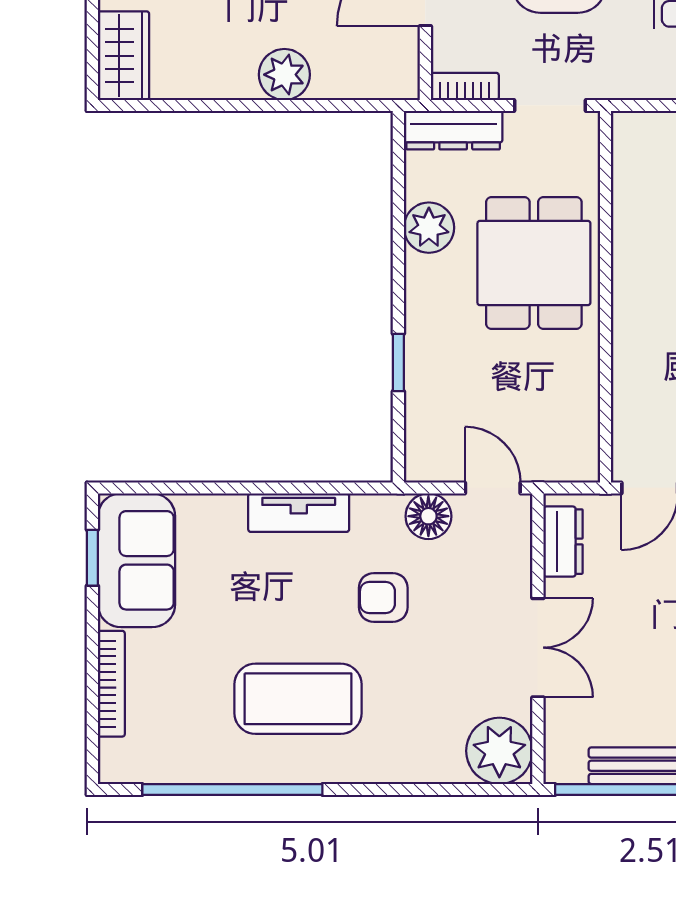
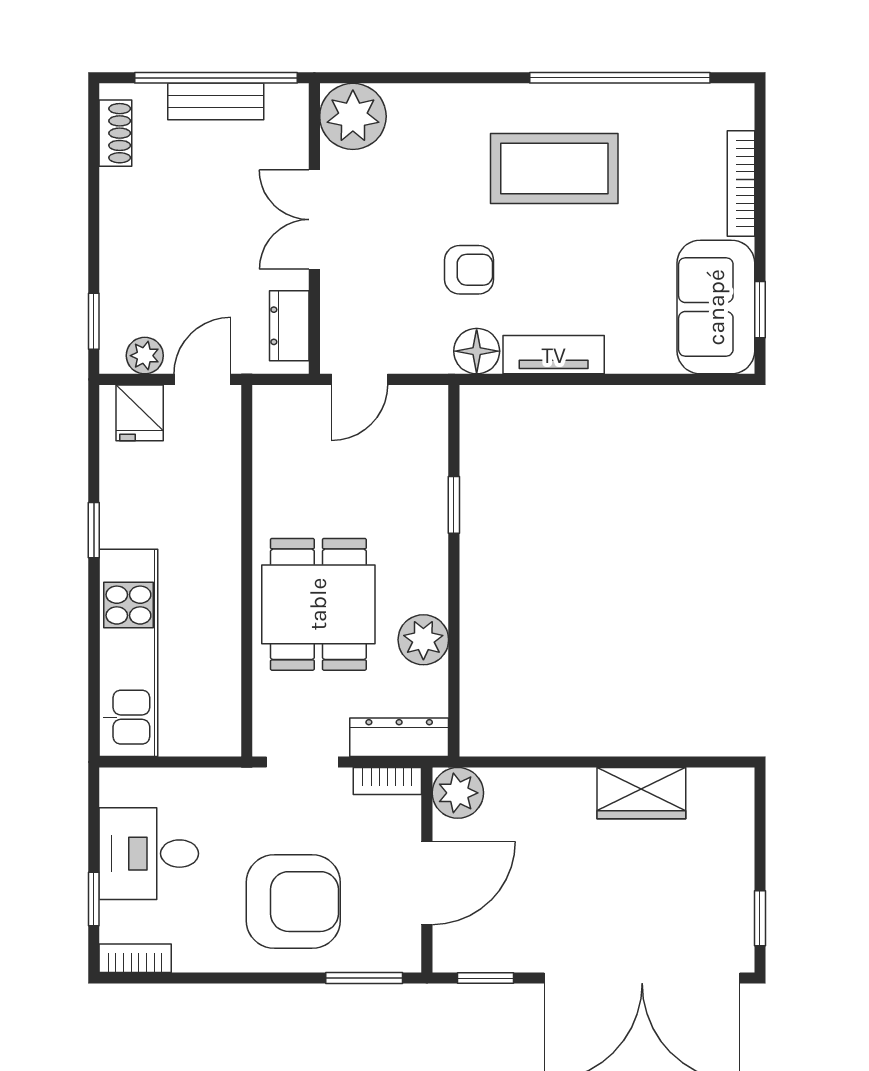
wardrobe: (123, 56) -> (641, 793), moved, turned -90
plant: (284, 75) -> (458, 793), moved
door: (493, 488) -> (360, 379), hinge flipped
floor lamp: (428, 516) -> (477, 351), moved

